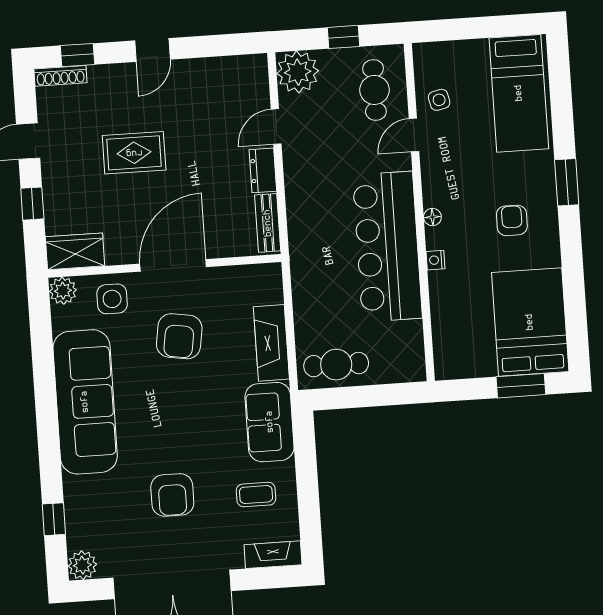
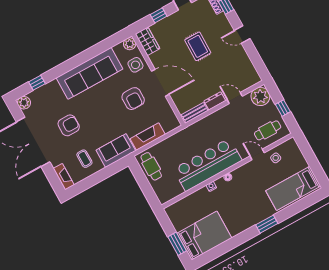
armchair: (512, 220) -> (241, 209), removed
armchair: (179, 336) -> (133, 99), turned -99
armchair: (172, 495) -> (69, 125), turned 180

